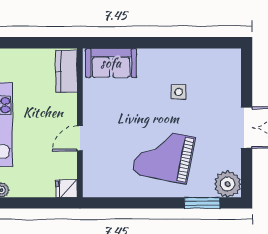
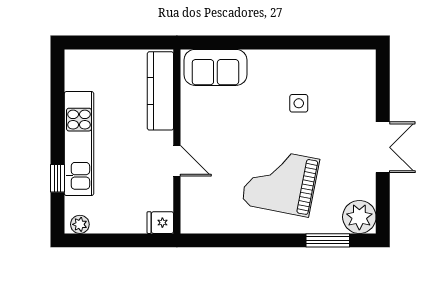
kitchen counter: (67, 71) -> (160, 91), width x1.50
door: (80, 138) -> (177, 161), swing flipped

